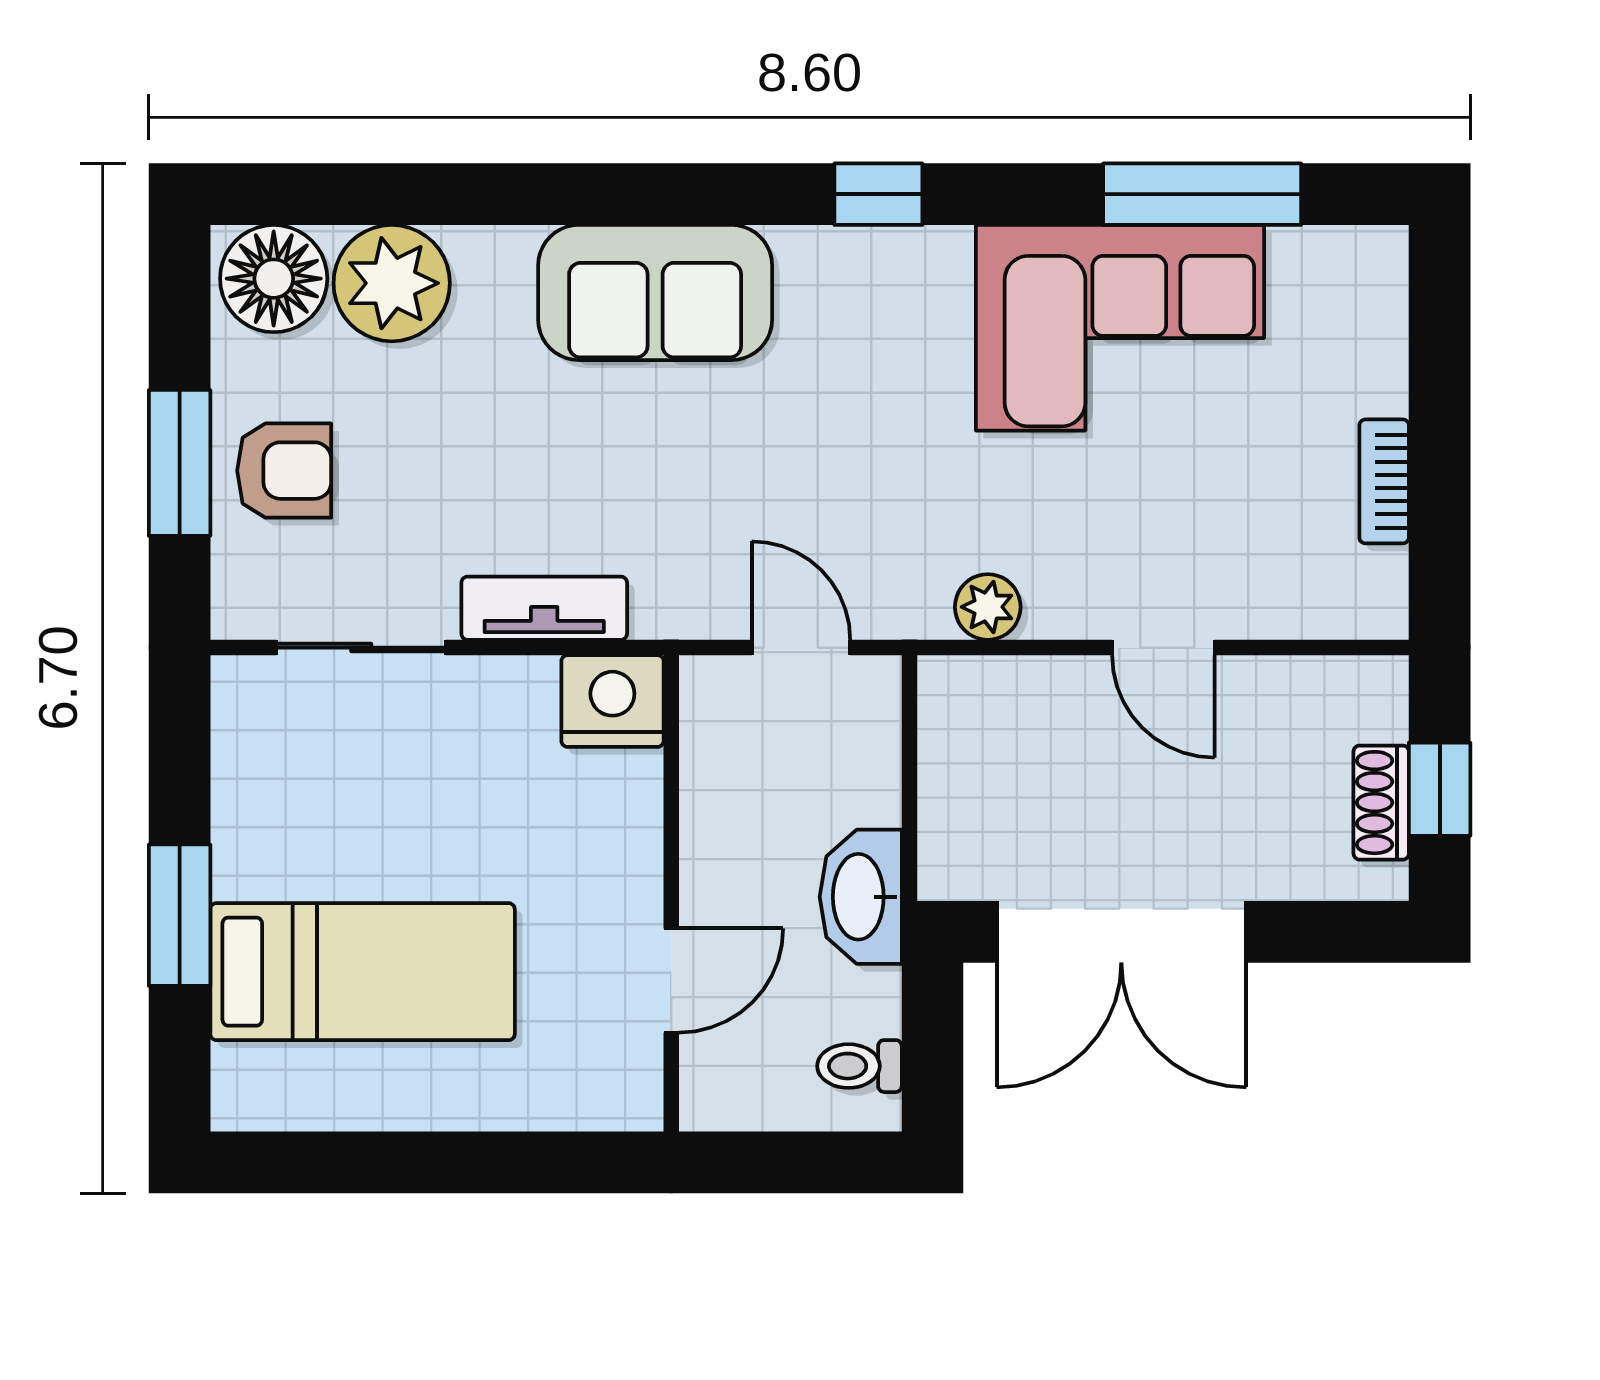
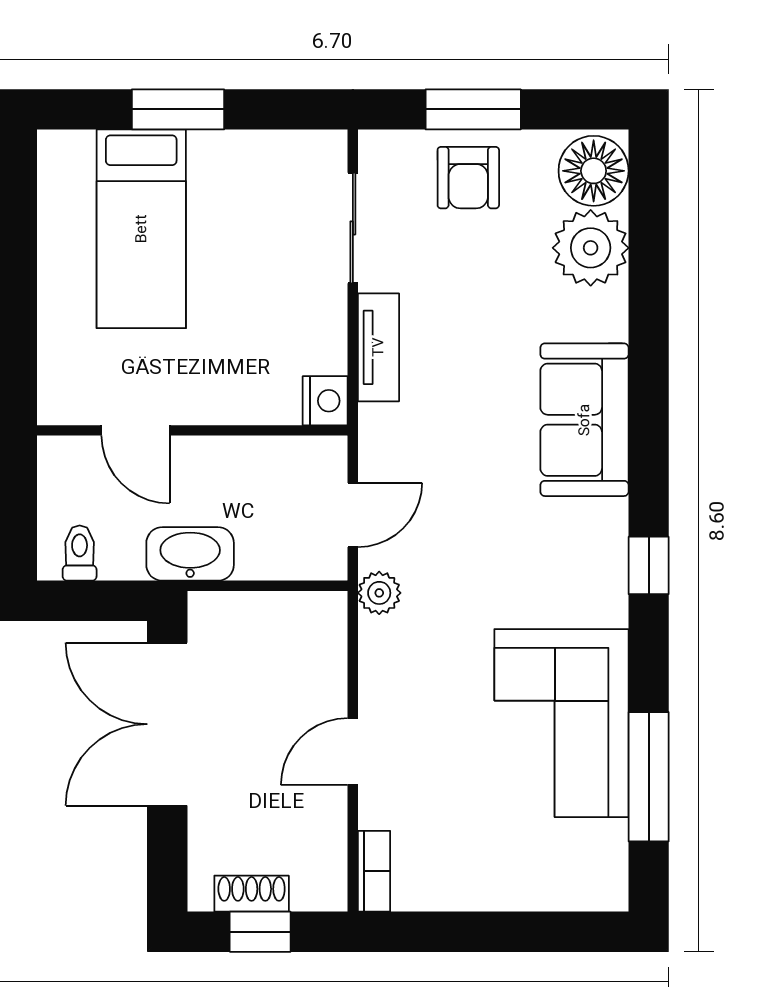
bookcase: (1384, 481) -> (374, 871), moved, turned 90
plant: (988, 607) -> (379, 593), moved
nightstand: (612, 701) -> (325, 401), width x0.74, depth x0.75

